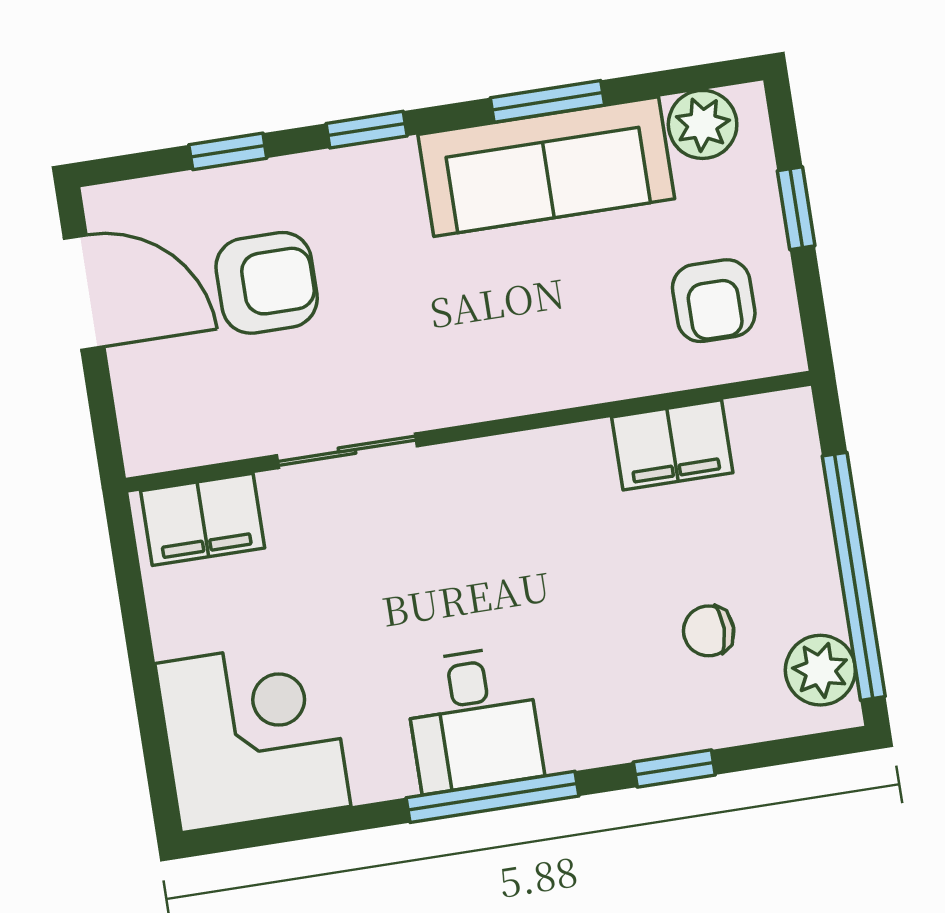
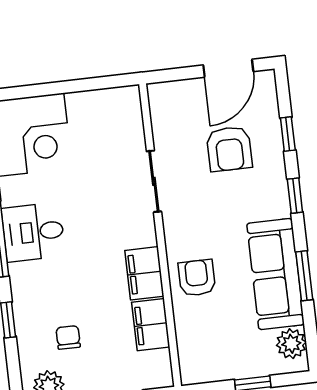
armchair: (714, 301) -> (197, 278), moved, turned 90
filing cabinet: (203, 519) -> (144, 273), moved

